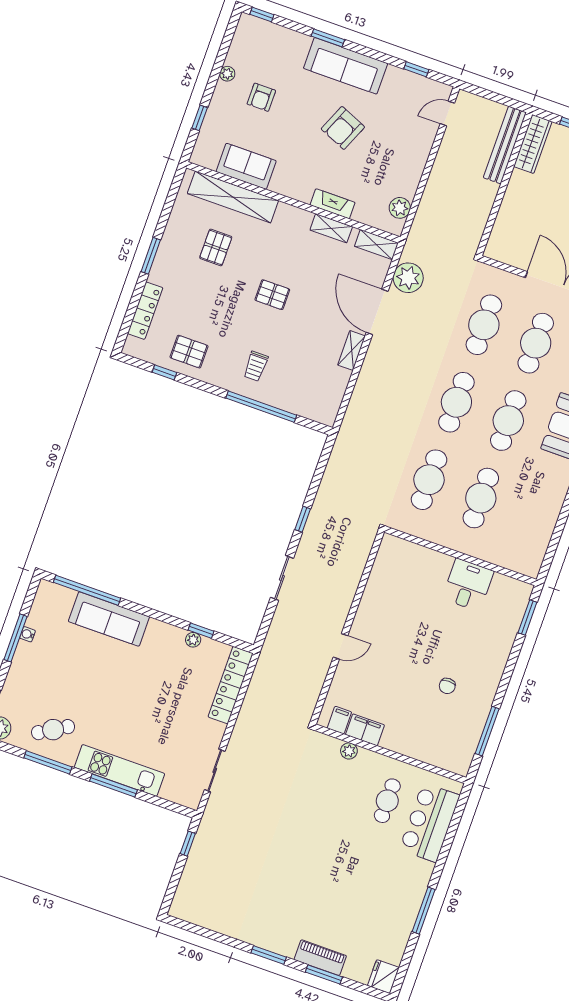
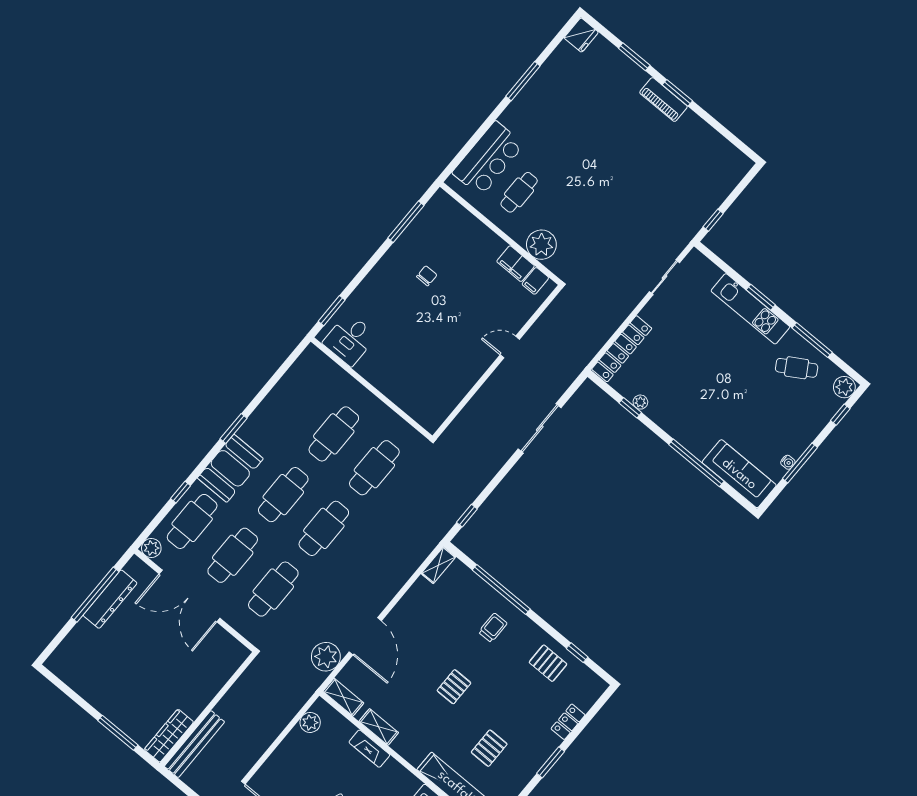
pallet: (272, 295) -> (454, 687), turned 90
locker: (145, 311) -> (568, 722), width x0.66
shelving: (352, 350) -> (439, 565), moved
window: (303, 519) -> (467, 516), moved
sliding door: (282, 578) -> (540, 428), width x1.37
desk: (468, 585) -> (350, 339), moved
window: (87, 590) -> (696, 463), moved
sofa: (109, 619) -> (739, 474), moved
plant: (349, 751) -> (541, 245), width x1.87, depth x1.87
window: (113, 786) -> (761, 297), width x0.69
piano: (320, 958) -> (663, 100), moved

